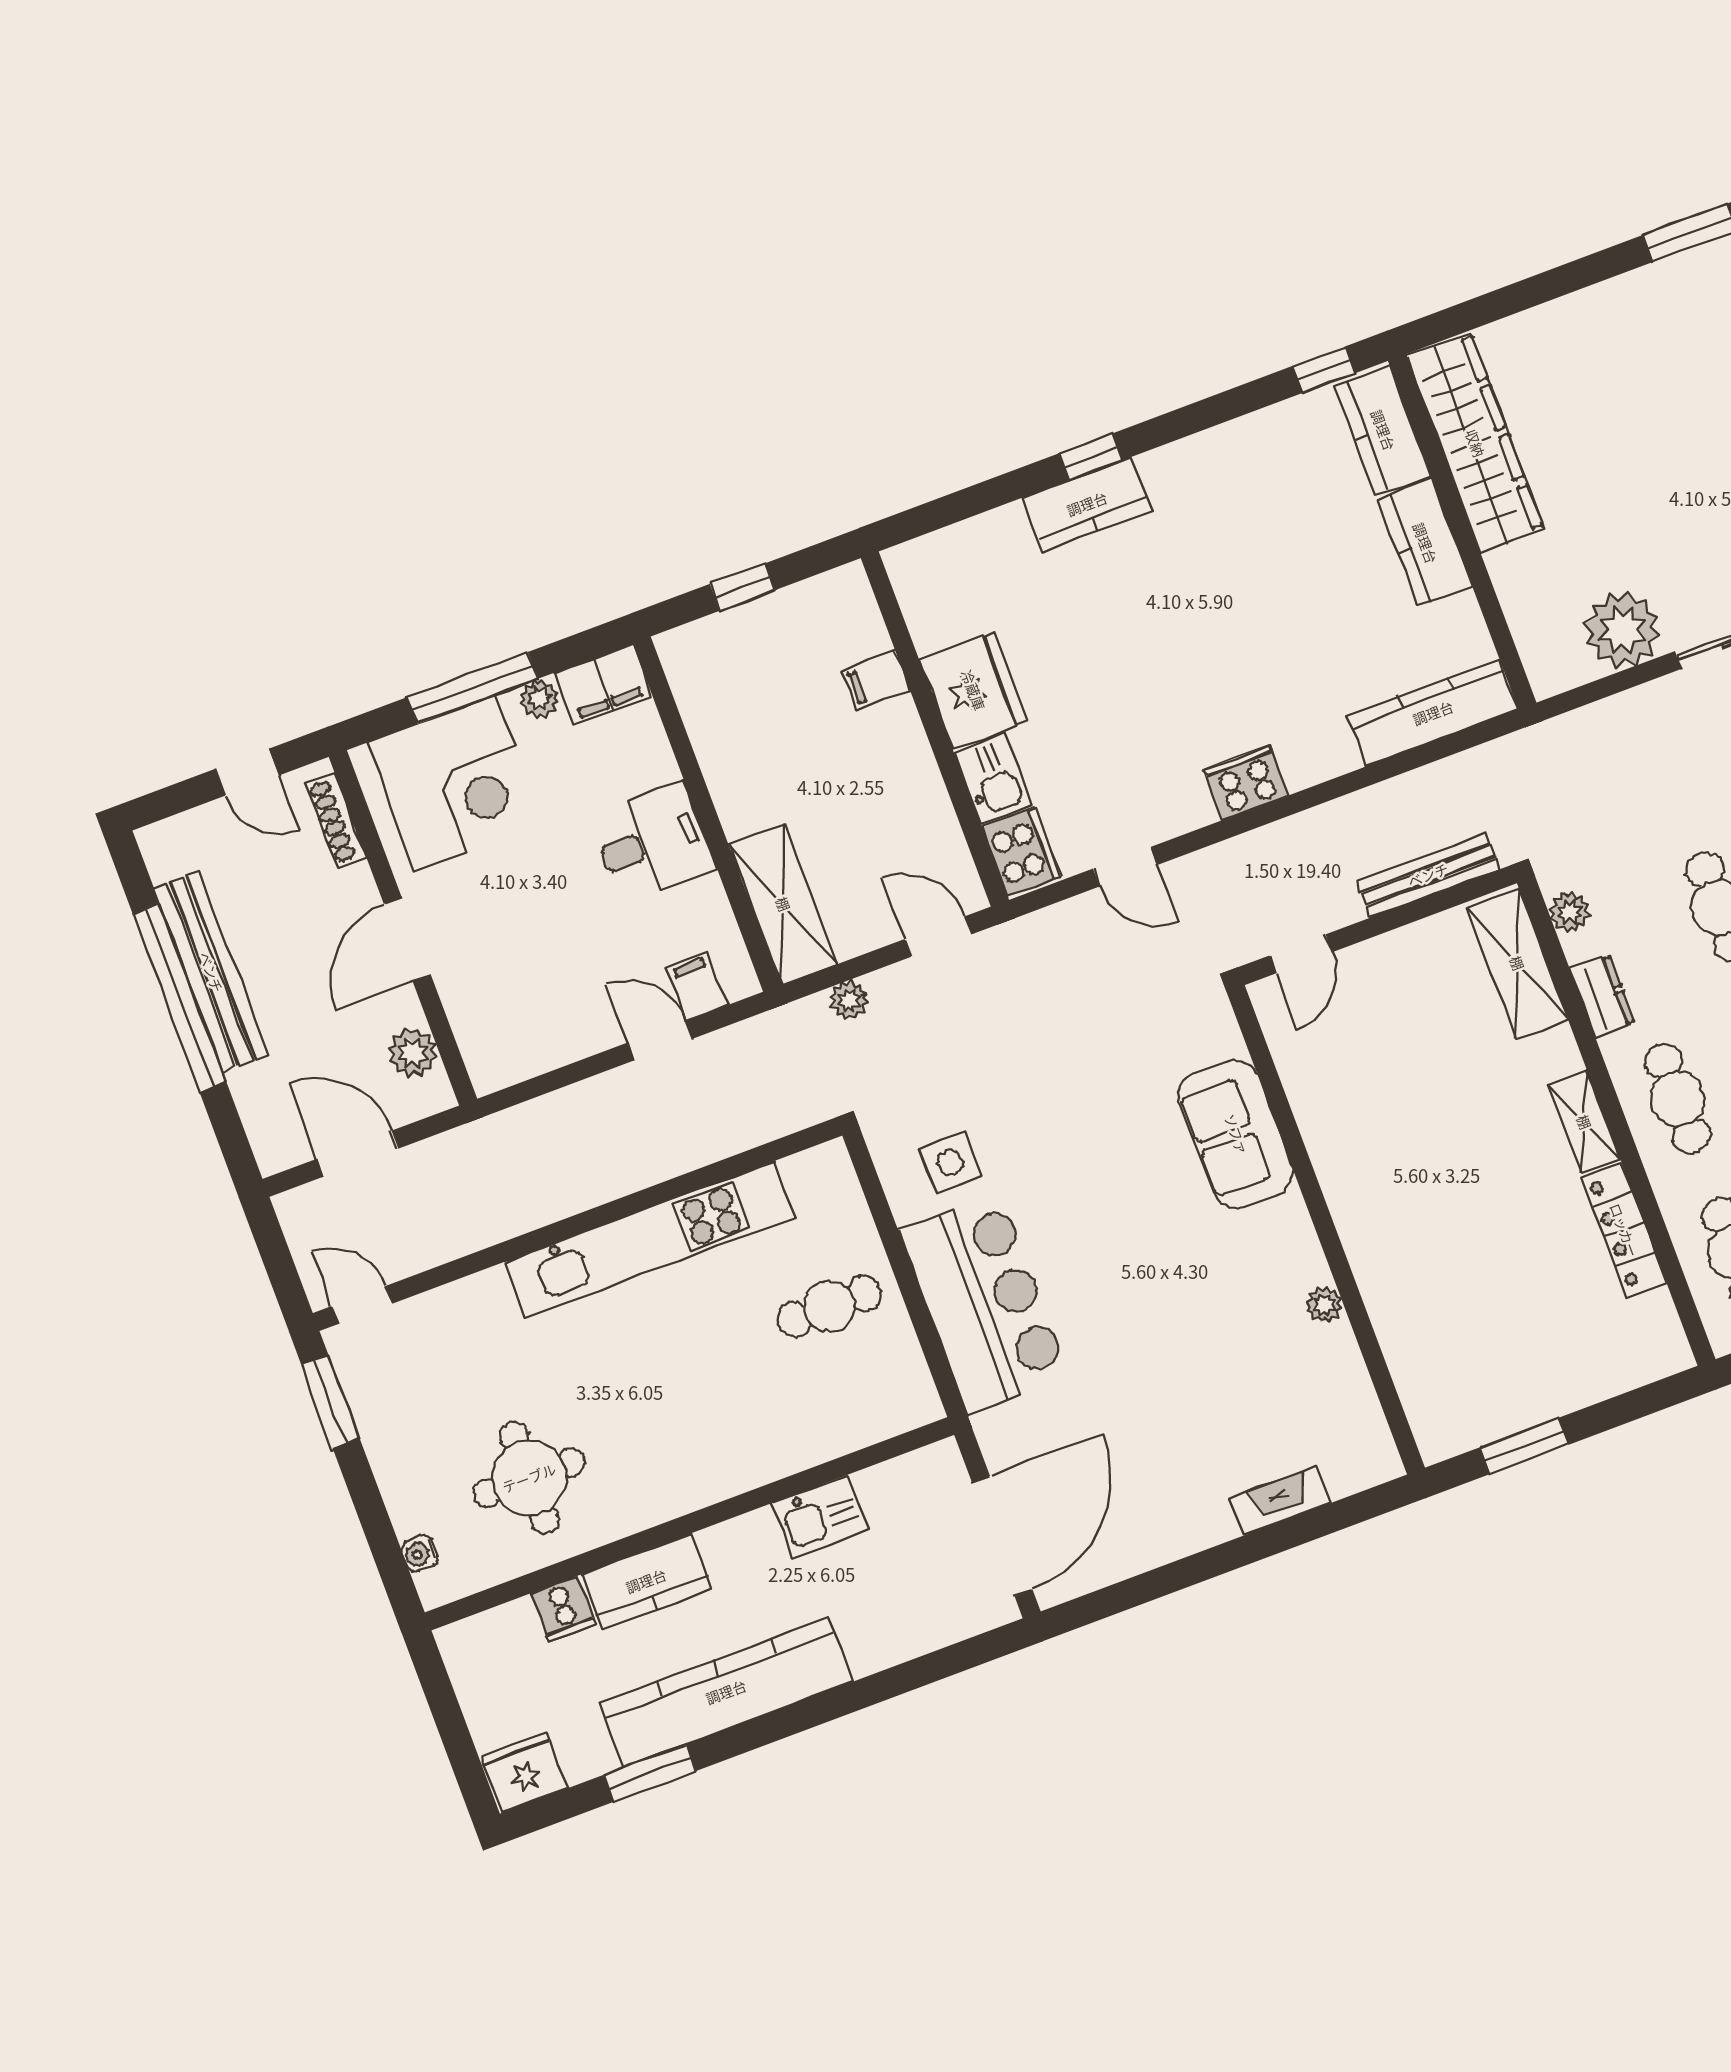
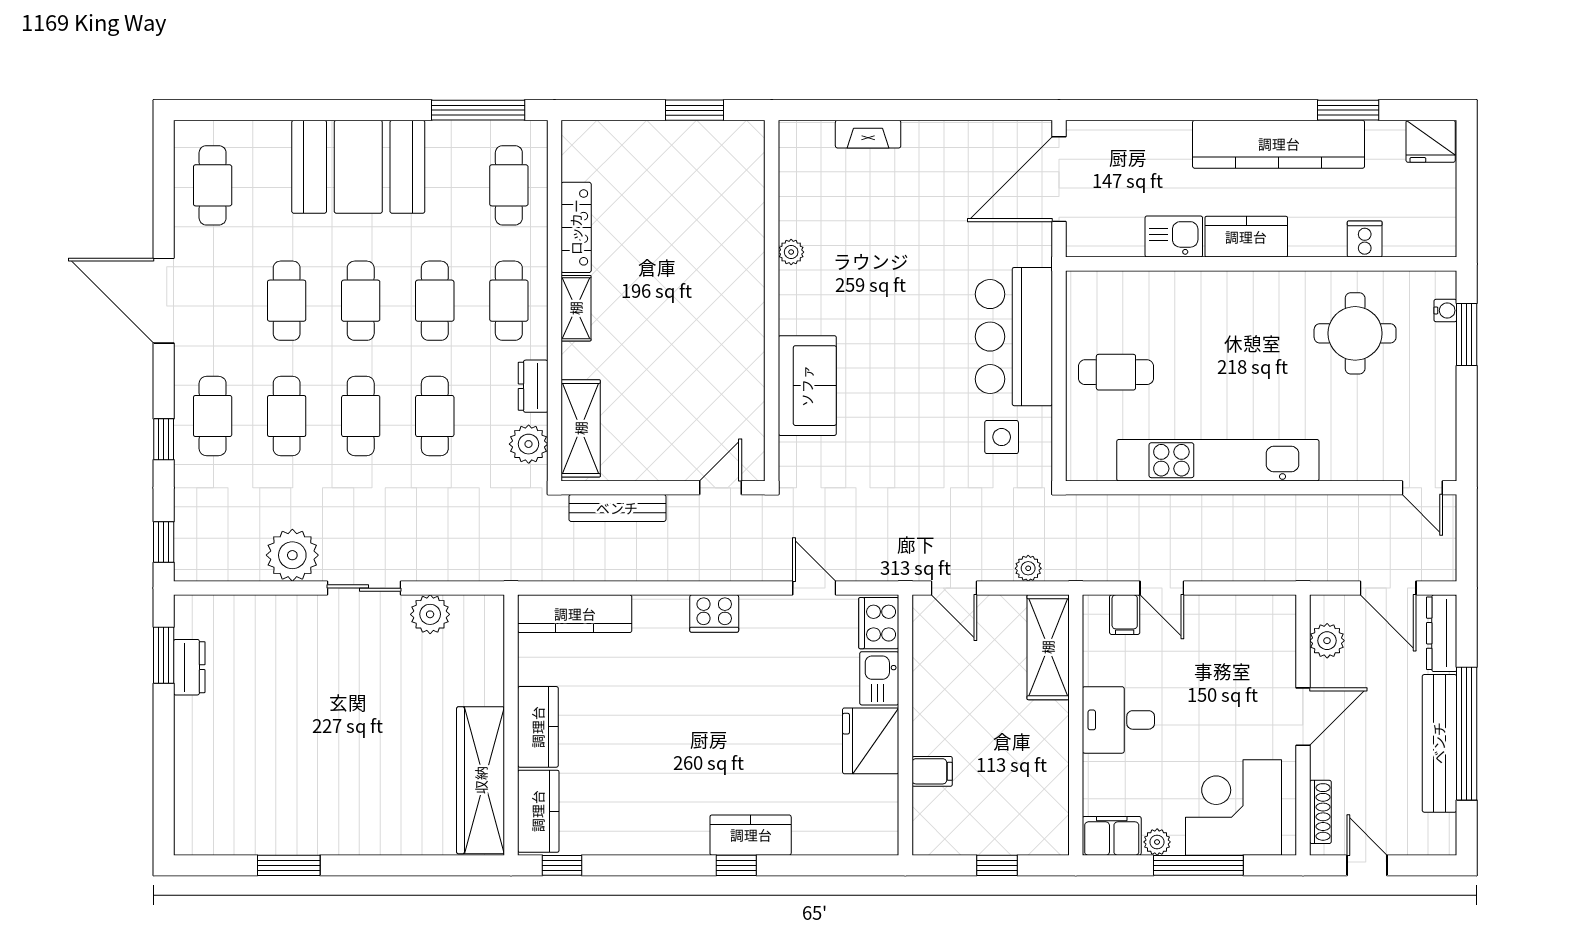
plant: (1622, 630) -> (430, 614), width x0.73, depth x0.73
plant: (1570, 912) -> (529, 444), width x1.38, depth x1.38
dresser: (263, 1120) -> (1442, 633), added
window: (330, 1401) -> (1467, 334), moved
kitchen counter: (646, 1581) -> (1246, 237), moved

